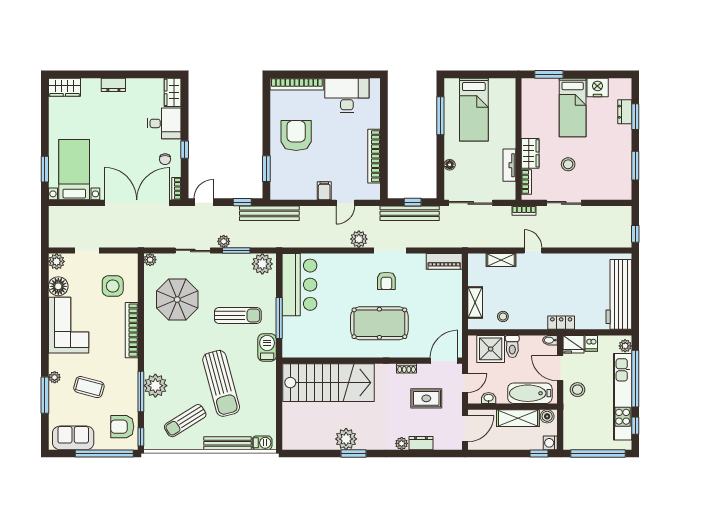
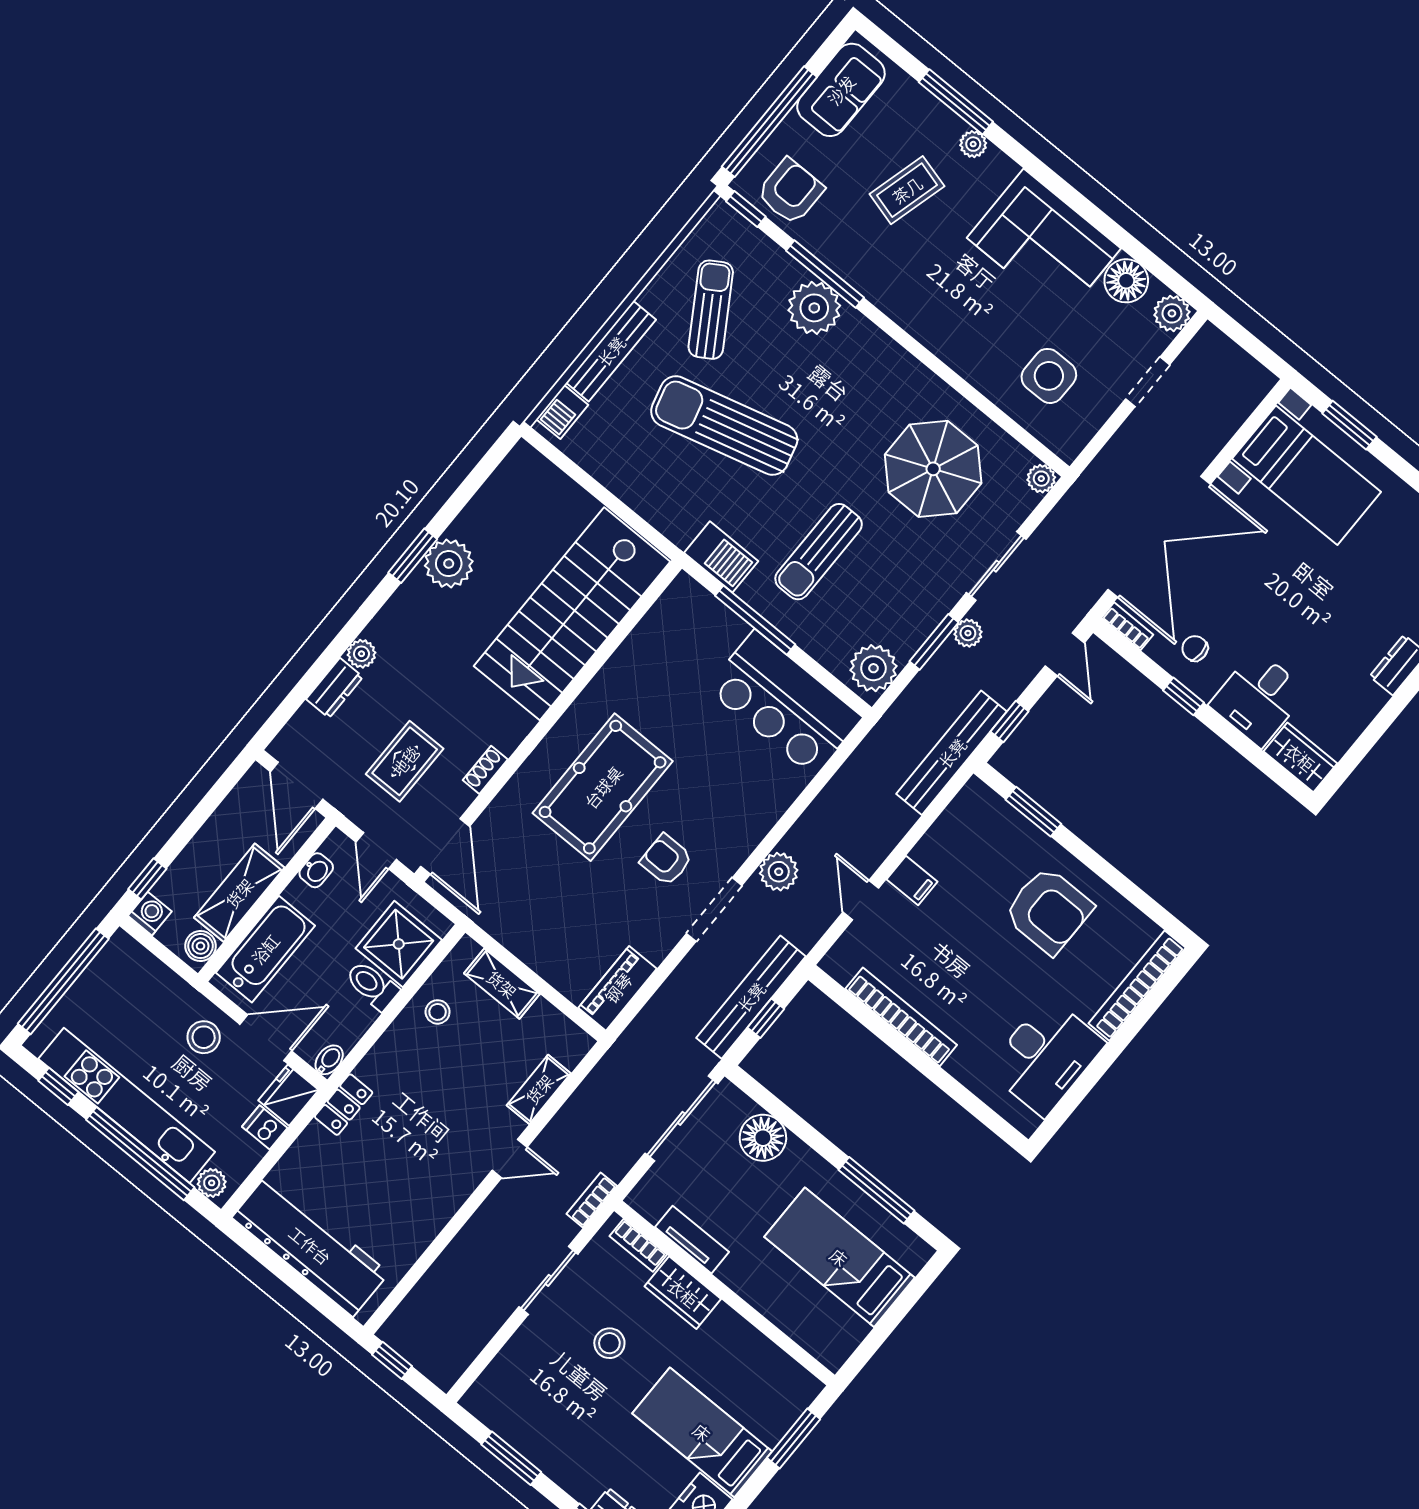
floor lamp: (450, 165) -> (763, 1138), width x1.89, depth x1.89
bookcase: (132, 330) -> (945, 346), removed

